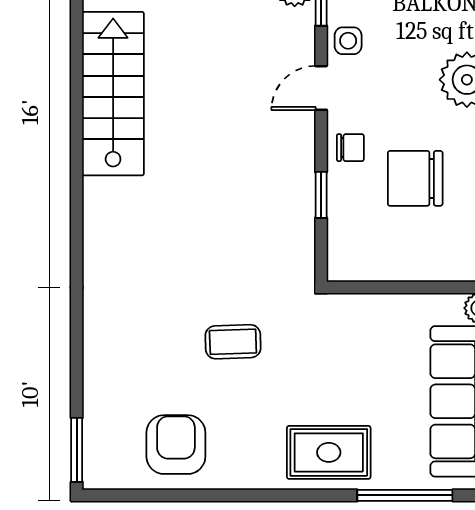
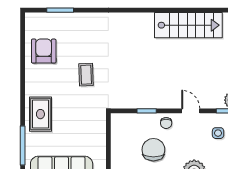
side table: (348, 41) -> (218, 133), moved
armchair: (176, 445) -> (44, 51), turned -90
window: (77, 450) -> (60, 10), moved

